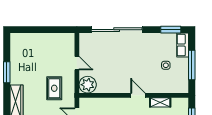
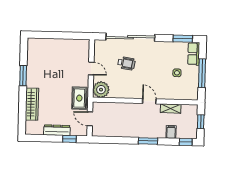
wheelchair: (113, 57) -> (126, 63), added
rug: (54, 88) -> (79, 98), moved

